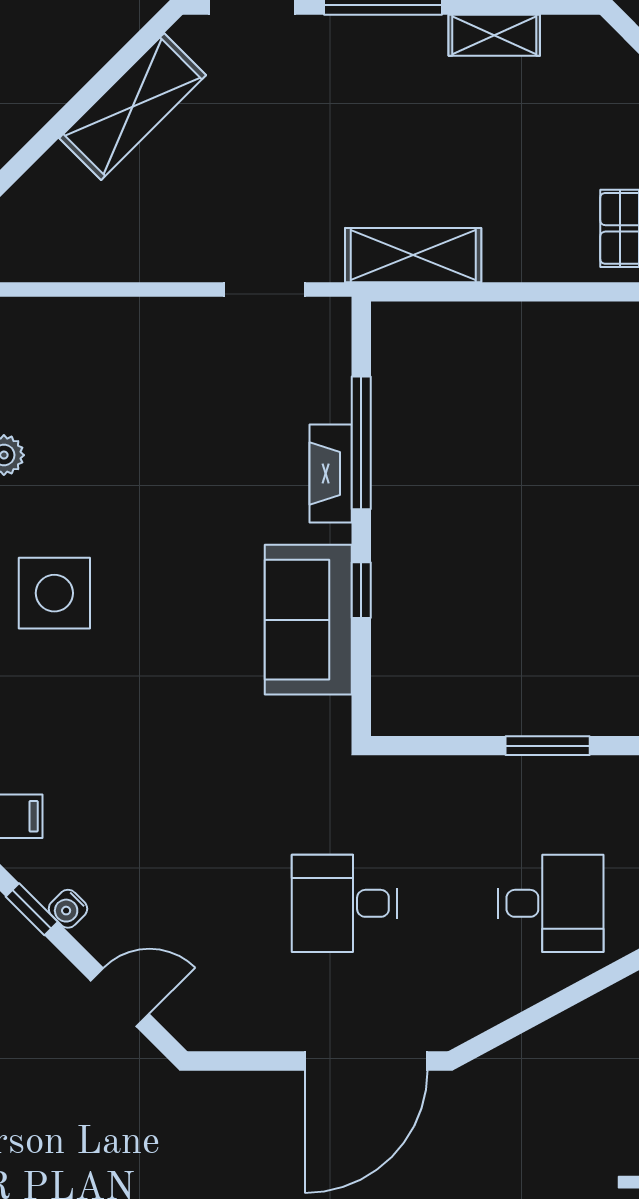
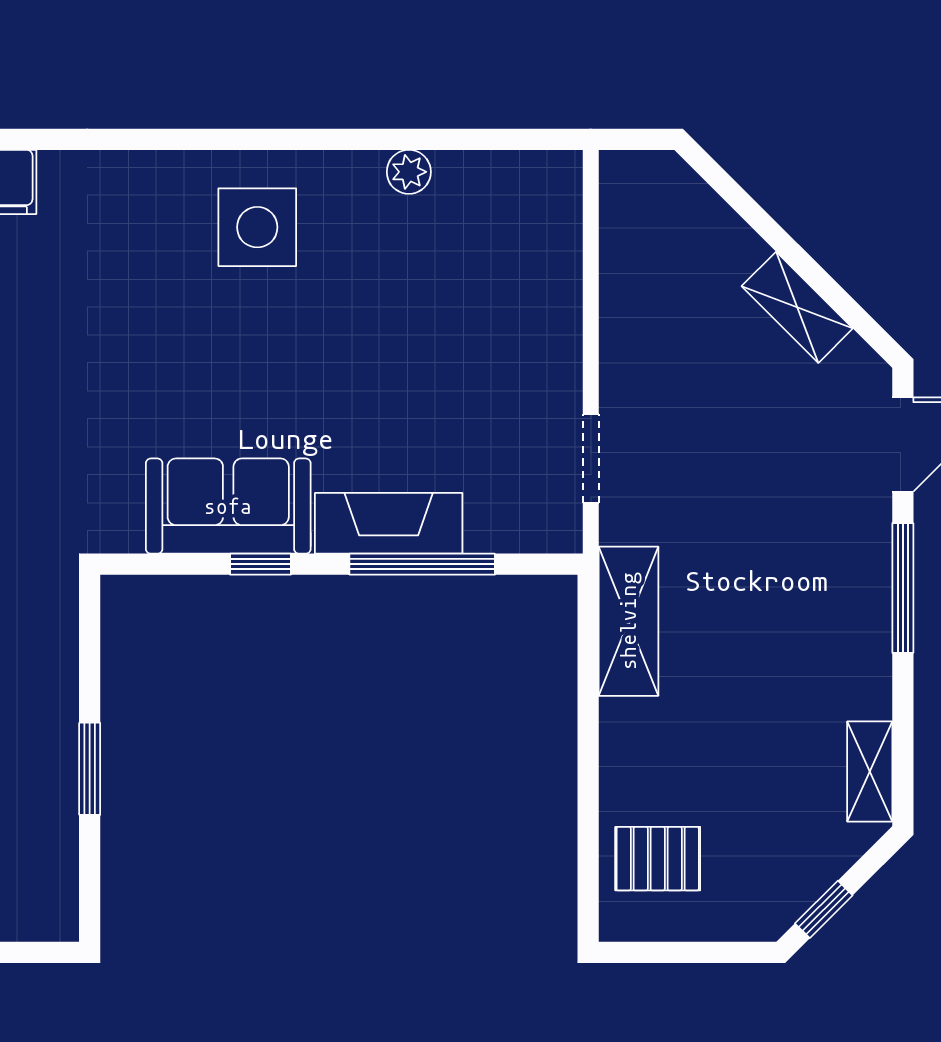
shelving: (494, 35) -> (870, 771), moved
shelving: (133, 107) -> (797, 307), width x0.67, depth x0.75
fireplace: (331, 473) -> (389, 523), width x1.37, depth x1.32

